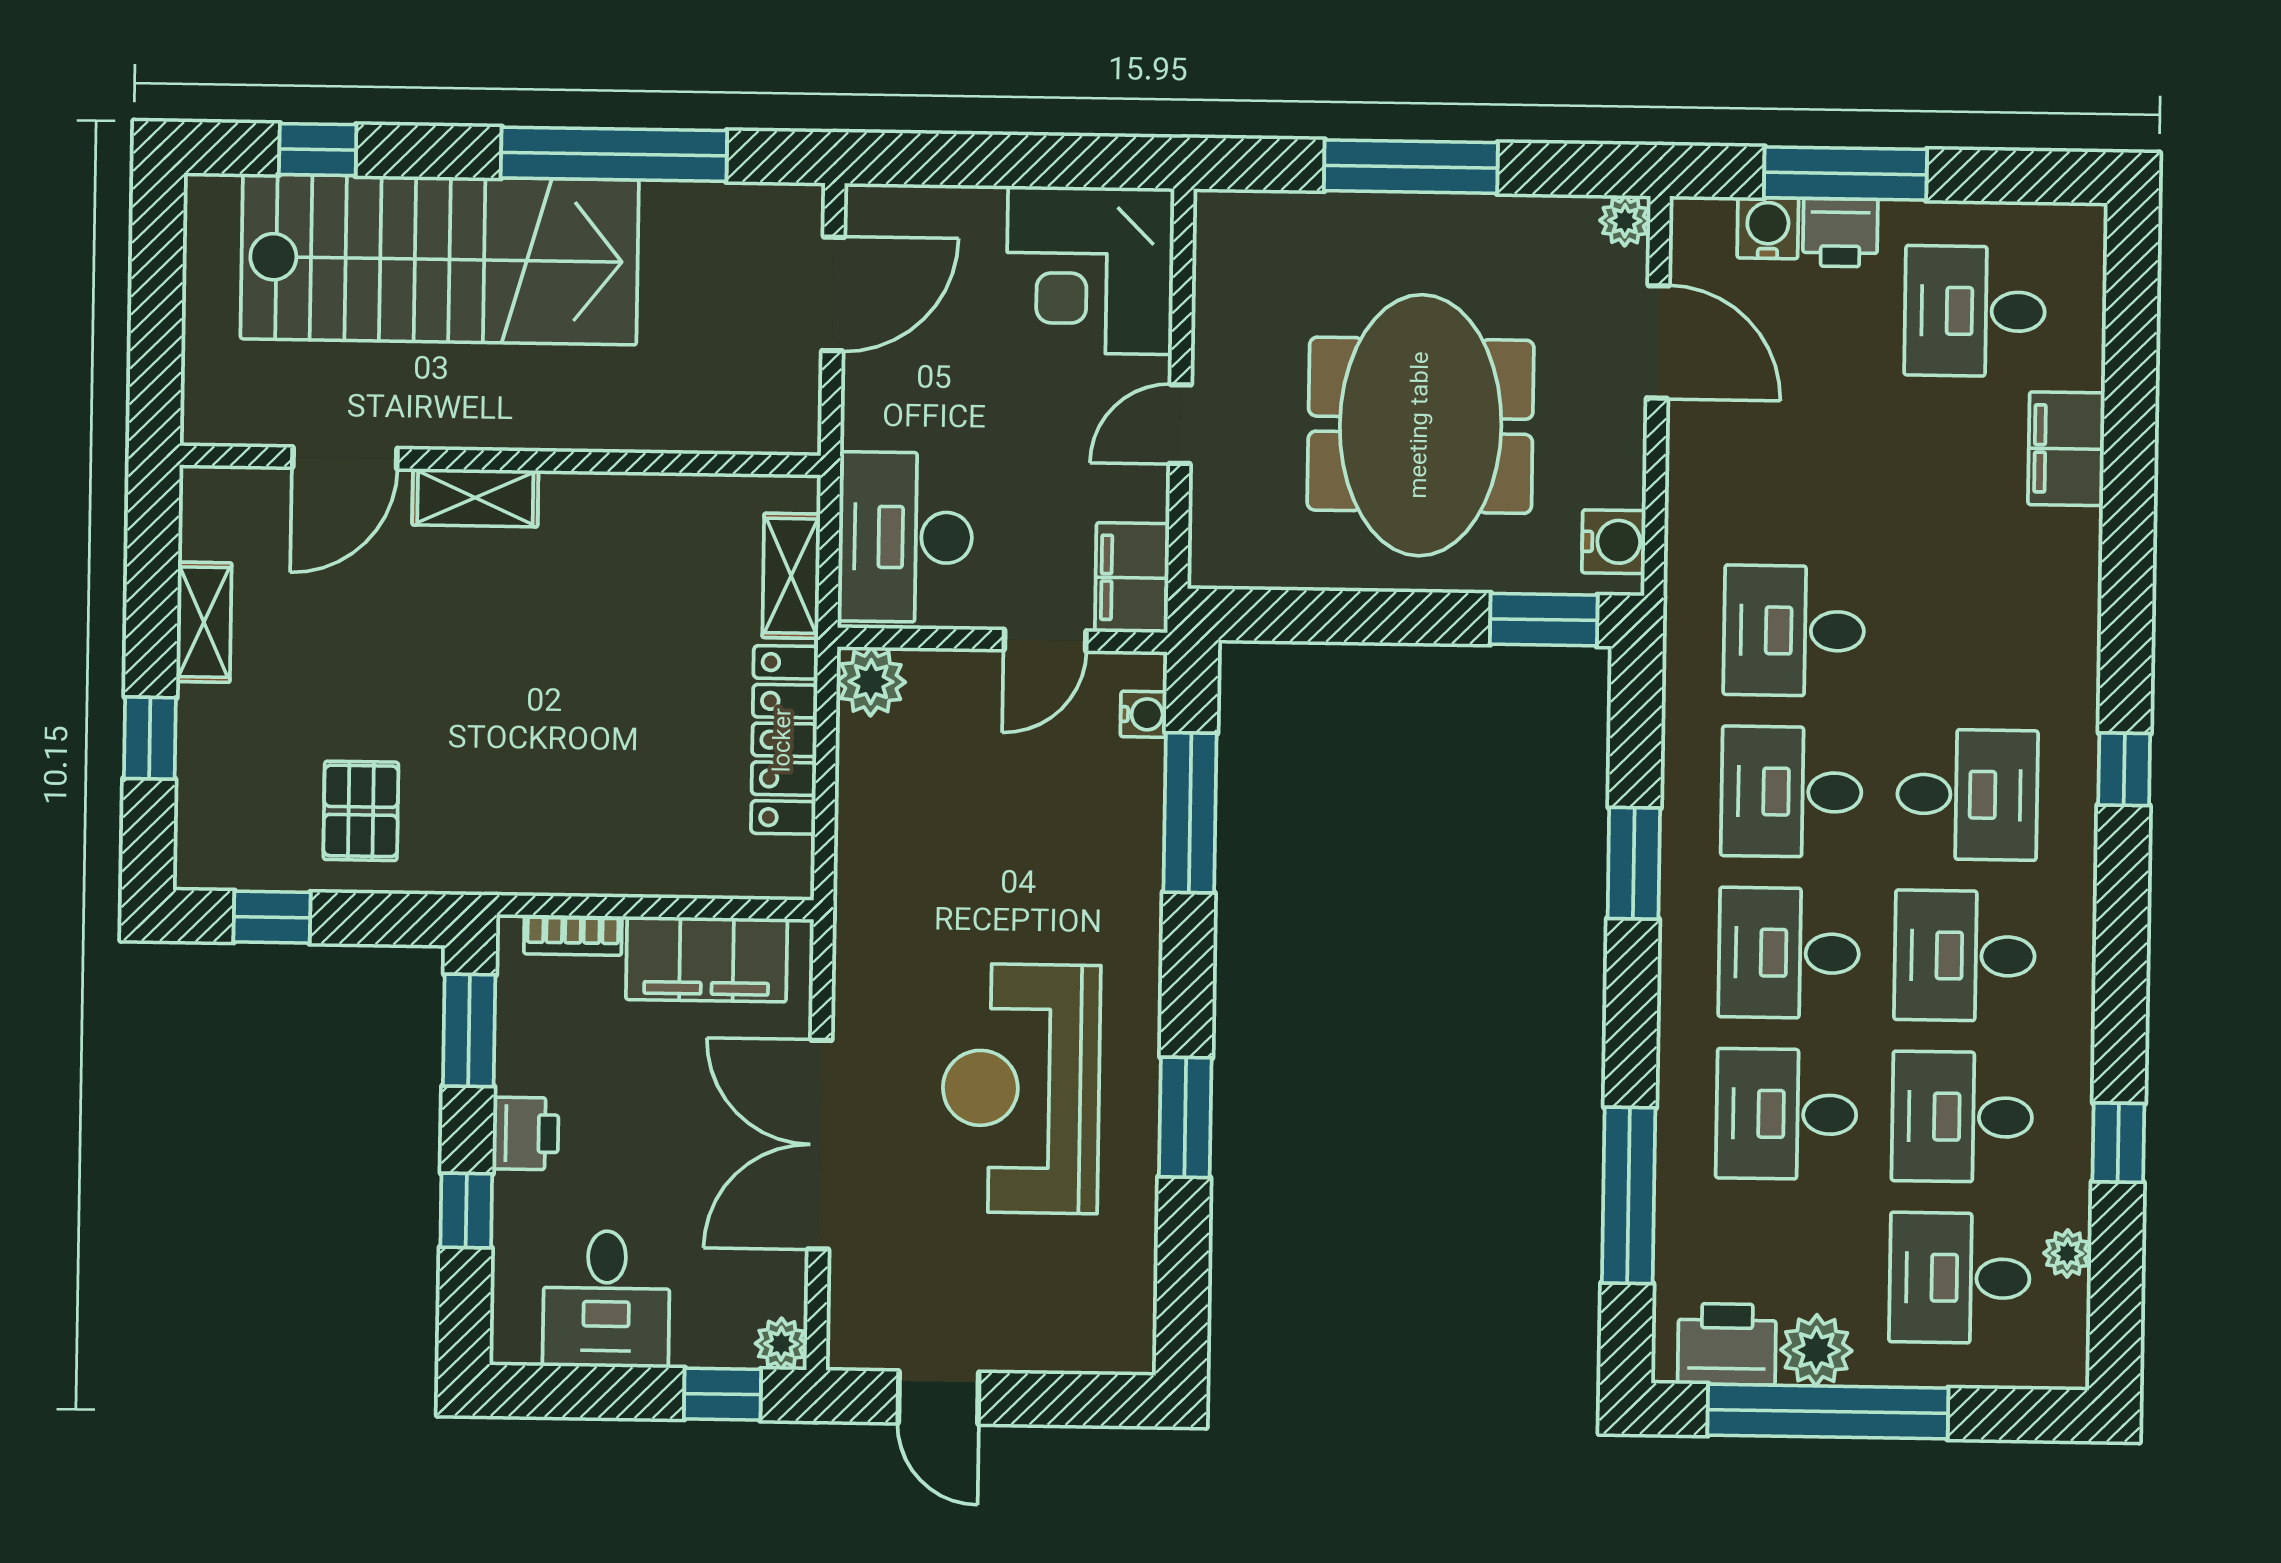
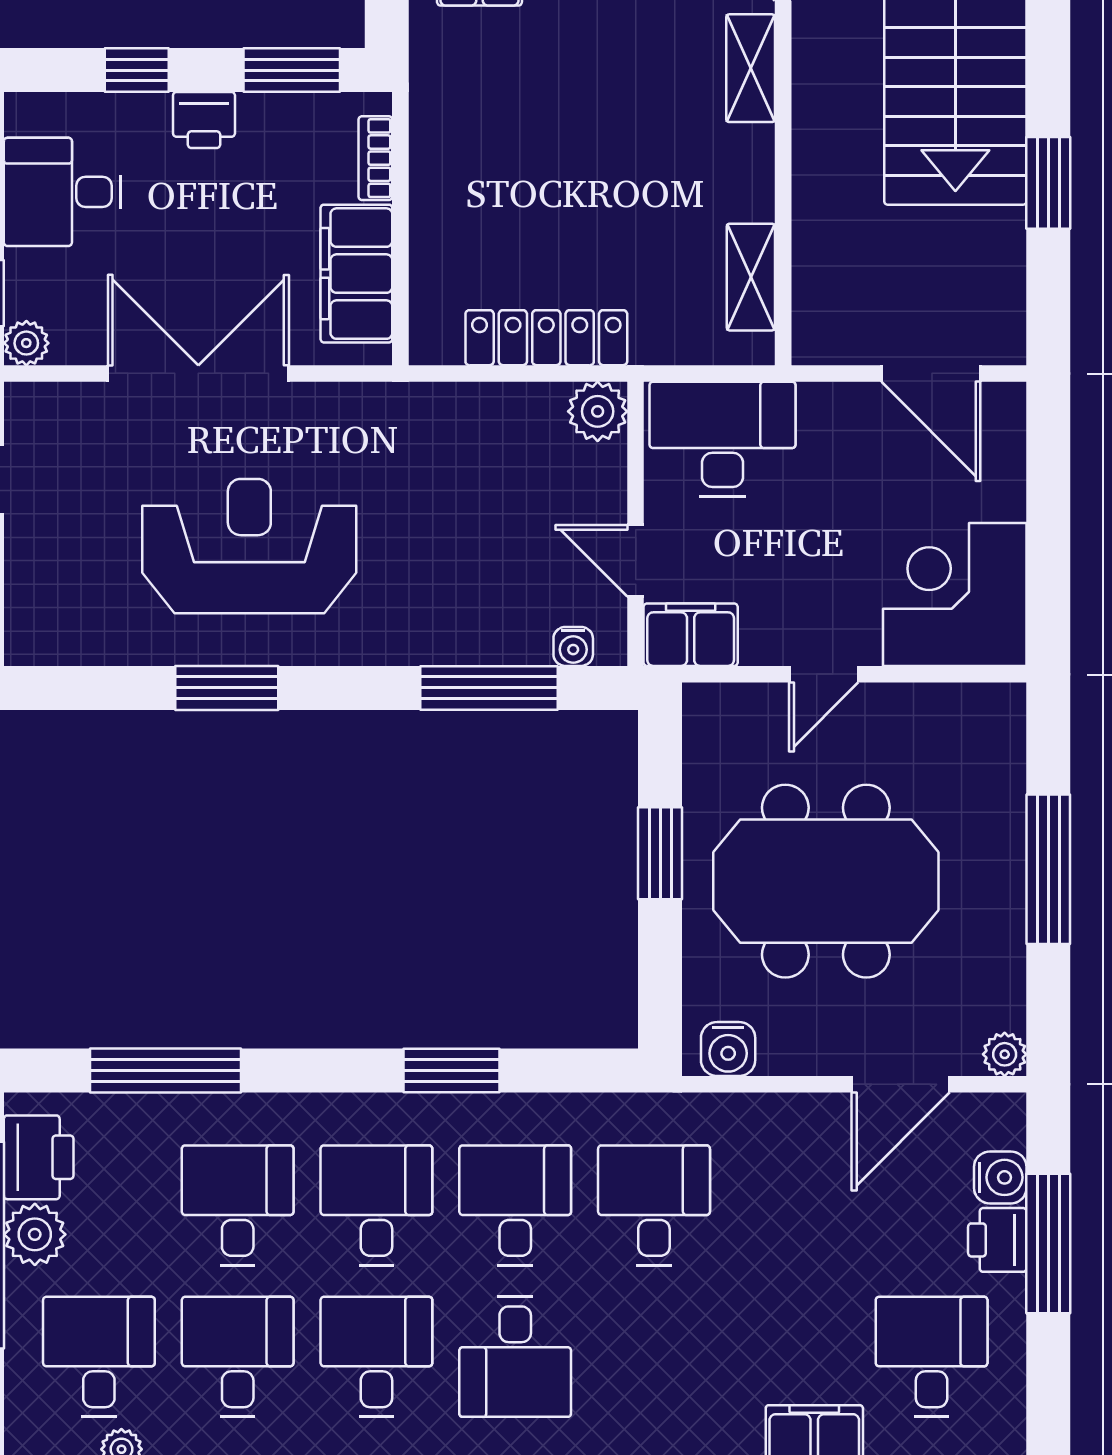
window: (614, 154) -> (1048, 183), width x0.47
door: (1180, 424) -> (824, 674), swing flipped
shelving: (791, 576) -> (751, 277), moved, turned 90
window: (1544, 620) -> (660, 853), moved

